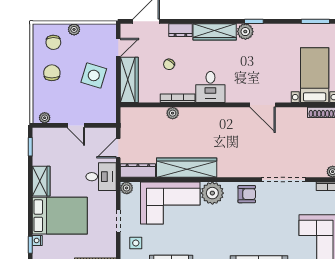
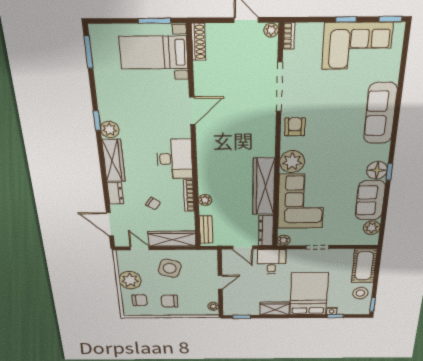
plant: (74, 29) -> (130, 280), width x1.88, depth x1.88
desk: (210, 87) -> (175, 159), width x1.37
bench: (139, 113) -> (206, 230), added
side table: (136, 243) -> (341, 232), removed

